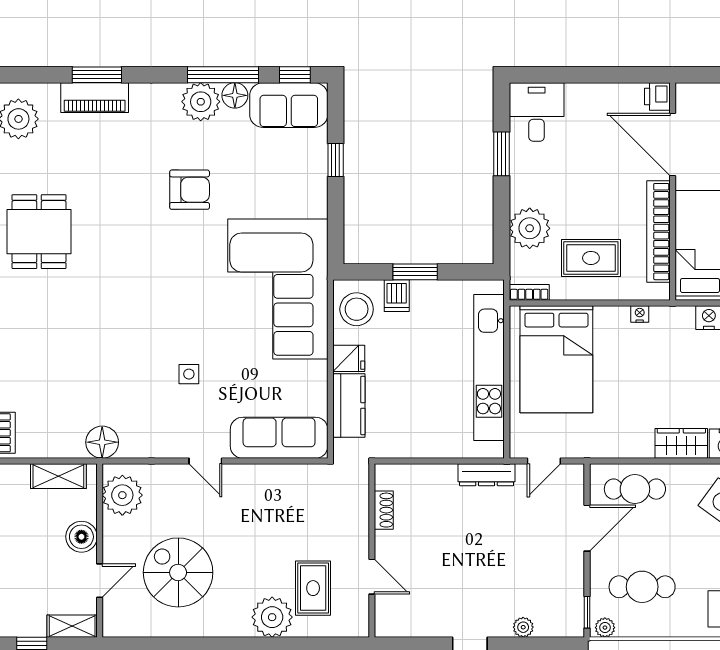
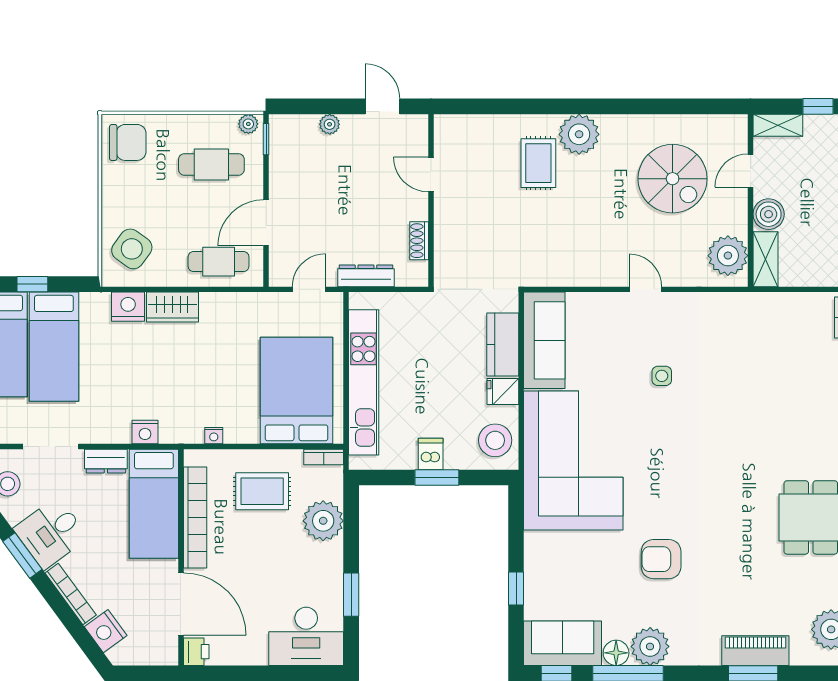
desk: (537, 112) -> (306, 636), width x1.37
dishwasher: (397, 296) -> (431, 454), moved
sofa: (279, 438) -> (544, 340), moved, turned -90
floor lamp: (102, 442) -> (748, 308), removed
shelving: (58, 476) -> (765, 259), moved, turned 90
shoe rack: (384, 510) -> (419, 241), moved
wall: (372, 551) -> (431, 200), moved
door: (372, 577) -> (431, 175), moved

